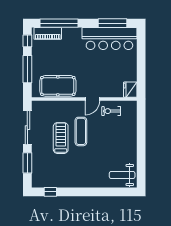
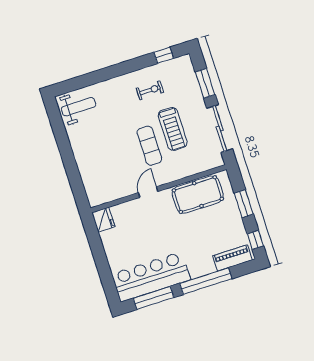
window: (59, 23) -> (206, 281), moved
window: (27, 69) -> (244, 204), width x0.69
exercise bike: (111, 111) -> (150, 90), moved

